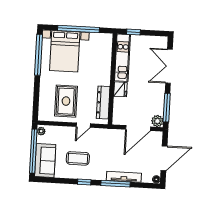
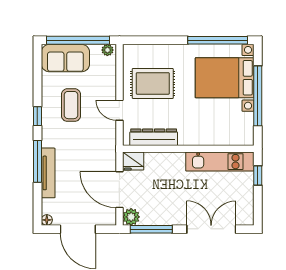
fridge: (120, 89) -> (133, 161), moved

